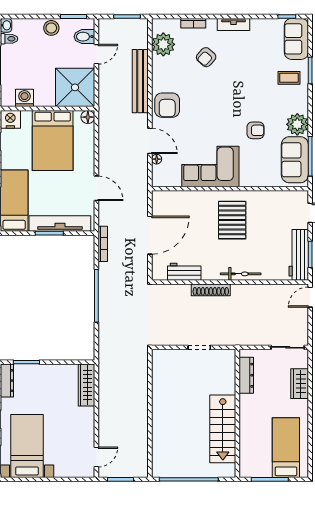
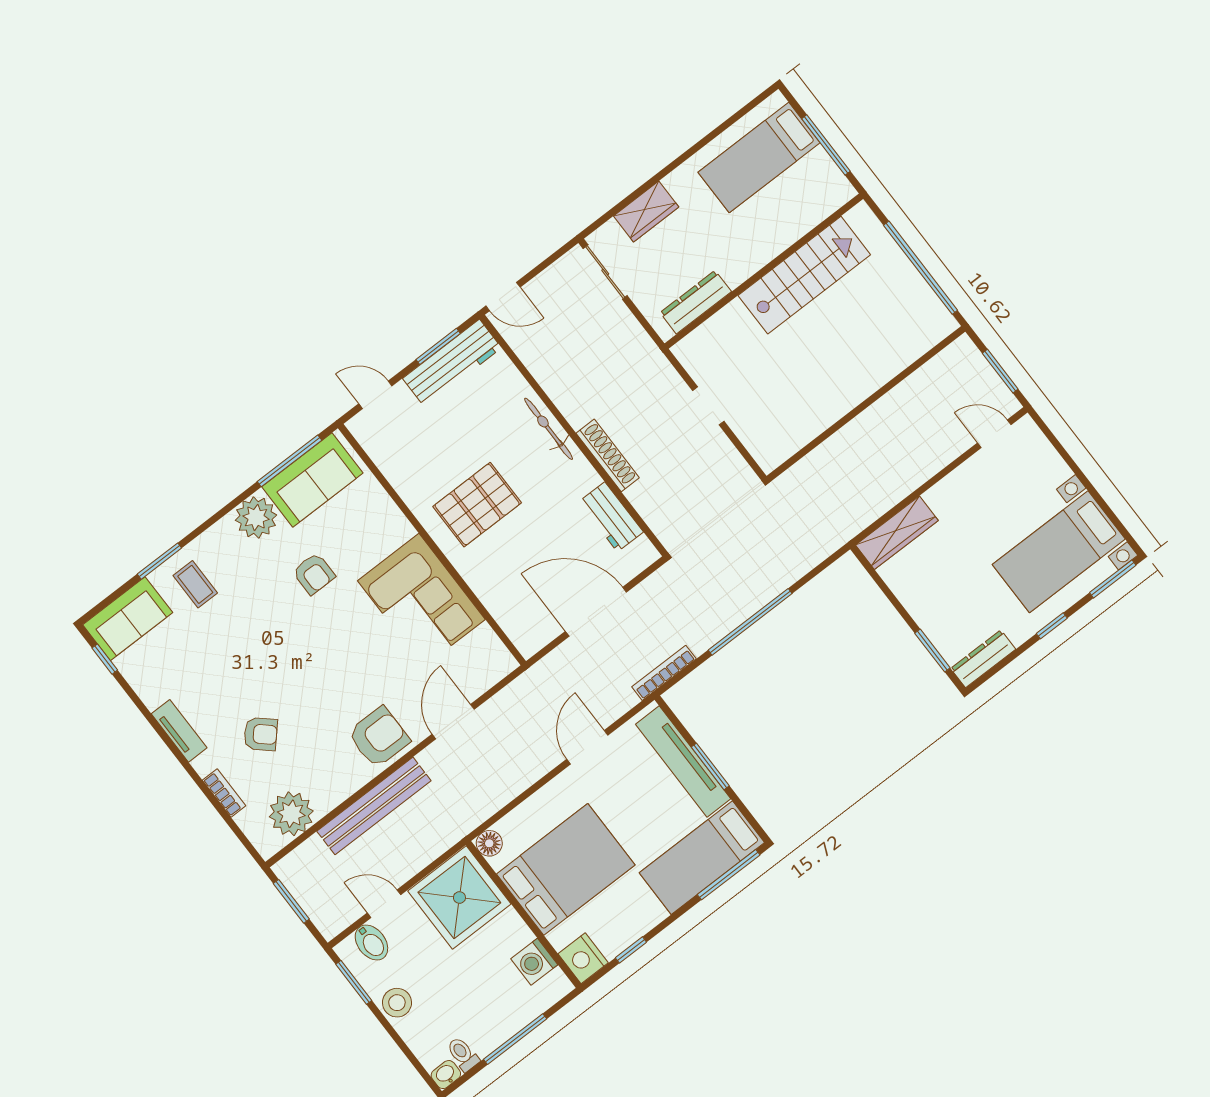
armchair: (256, 130) -> (314, 574), turned 180
floor lamp: (157, 159) -> (473, 690), removed

